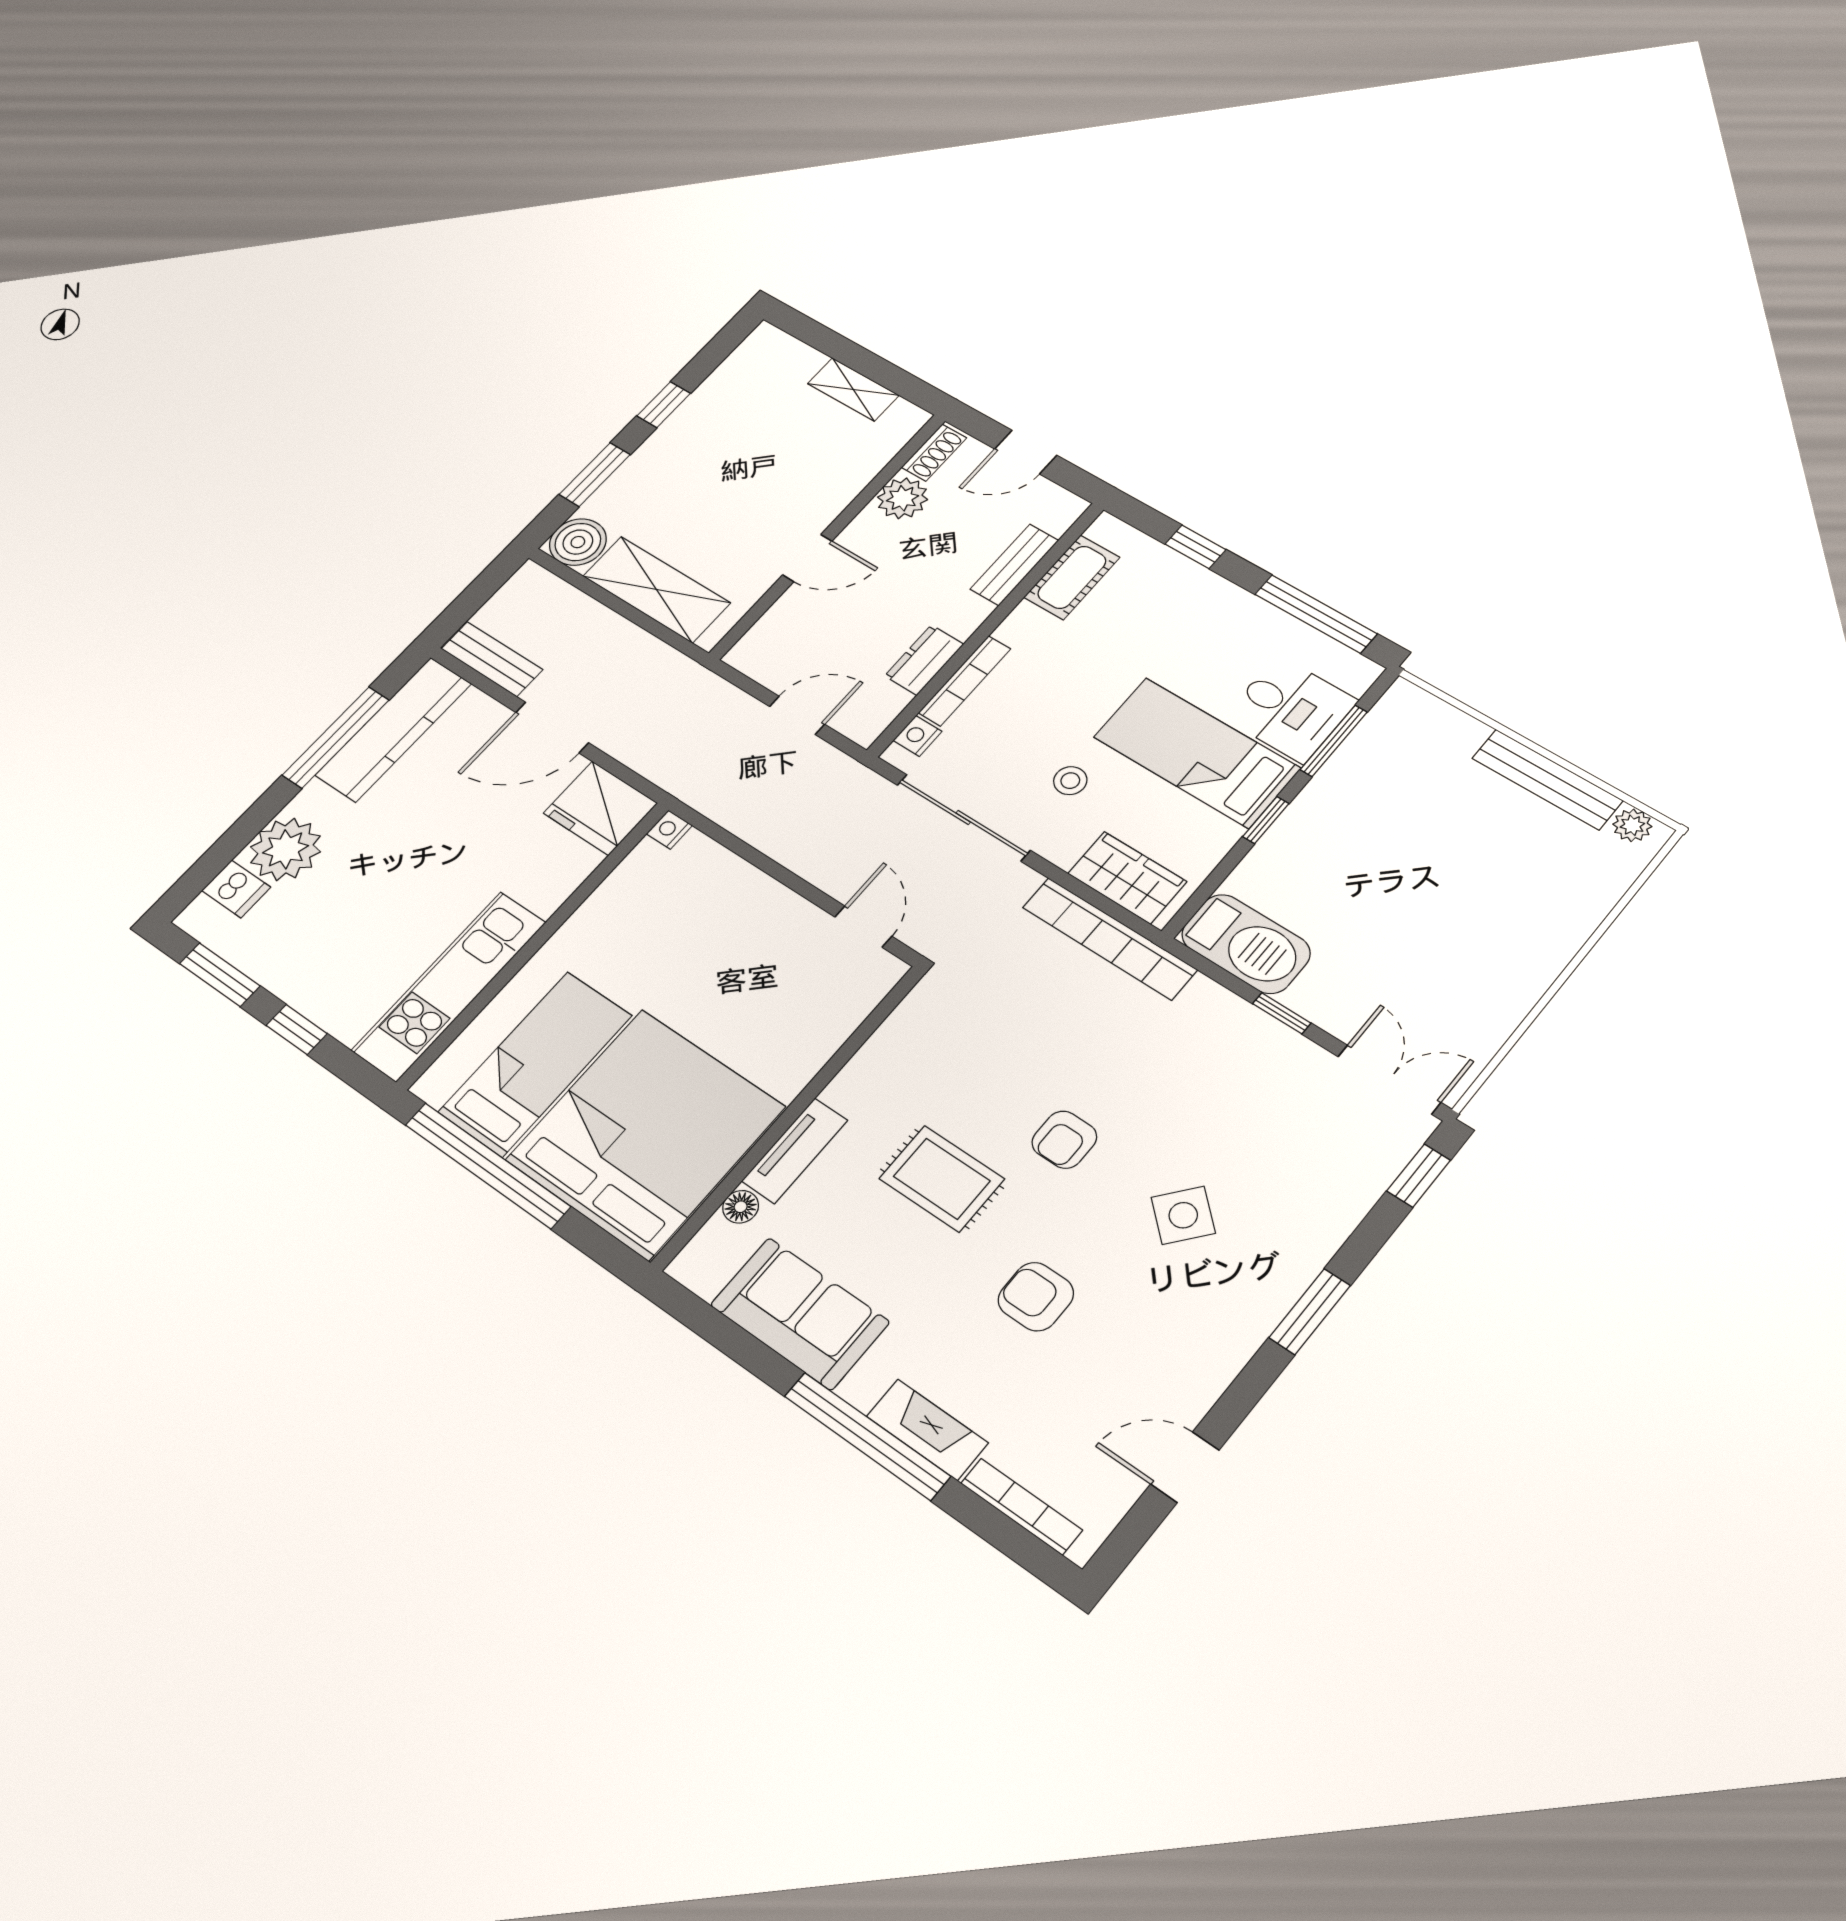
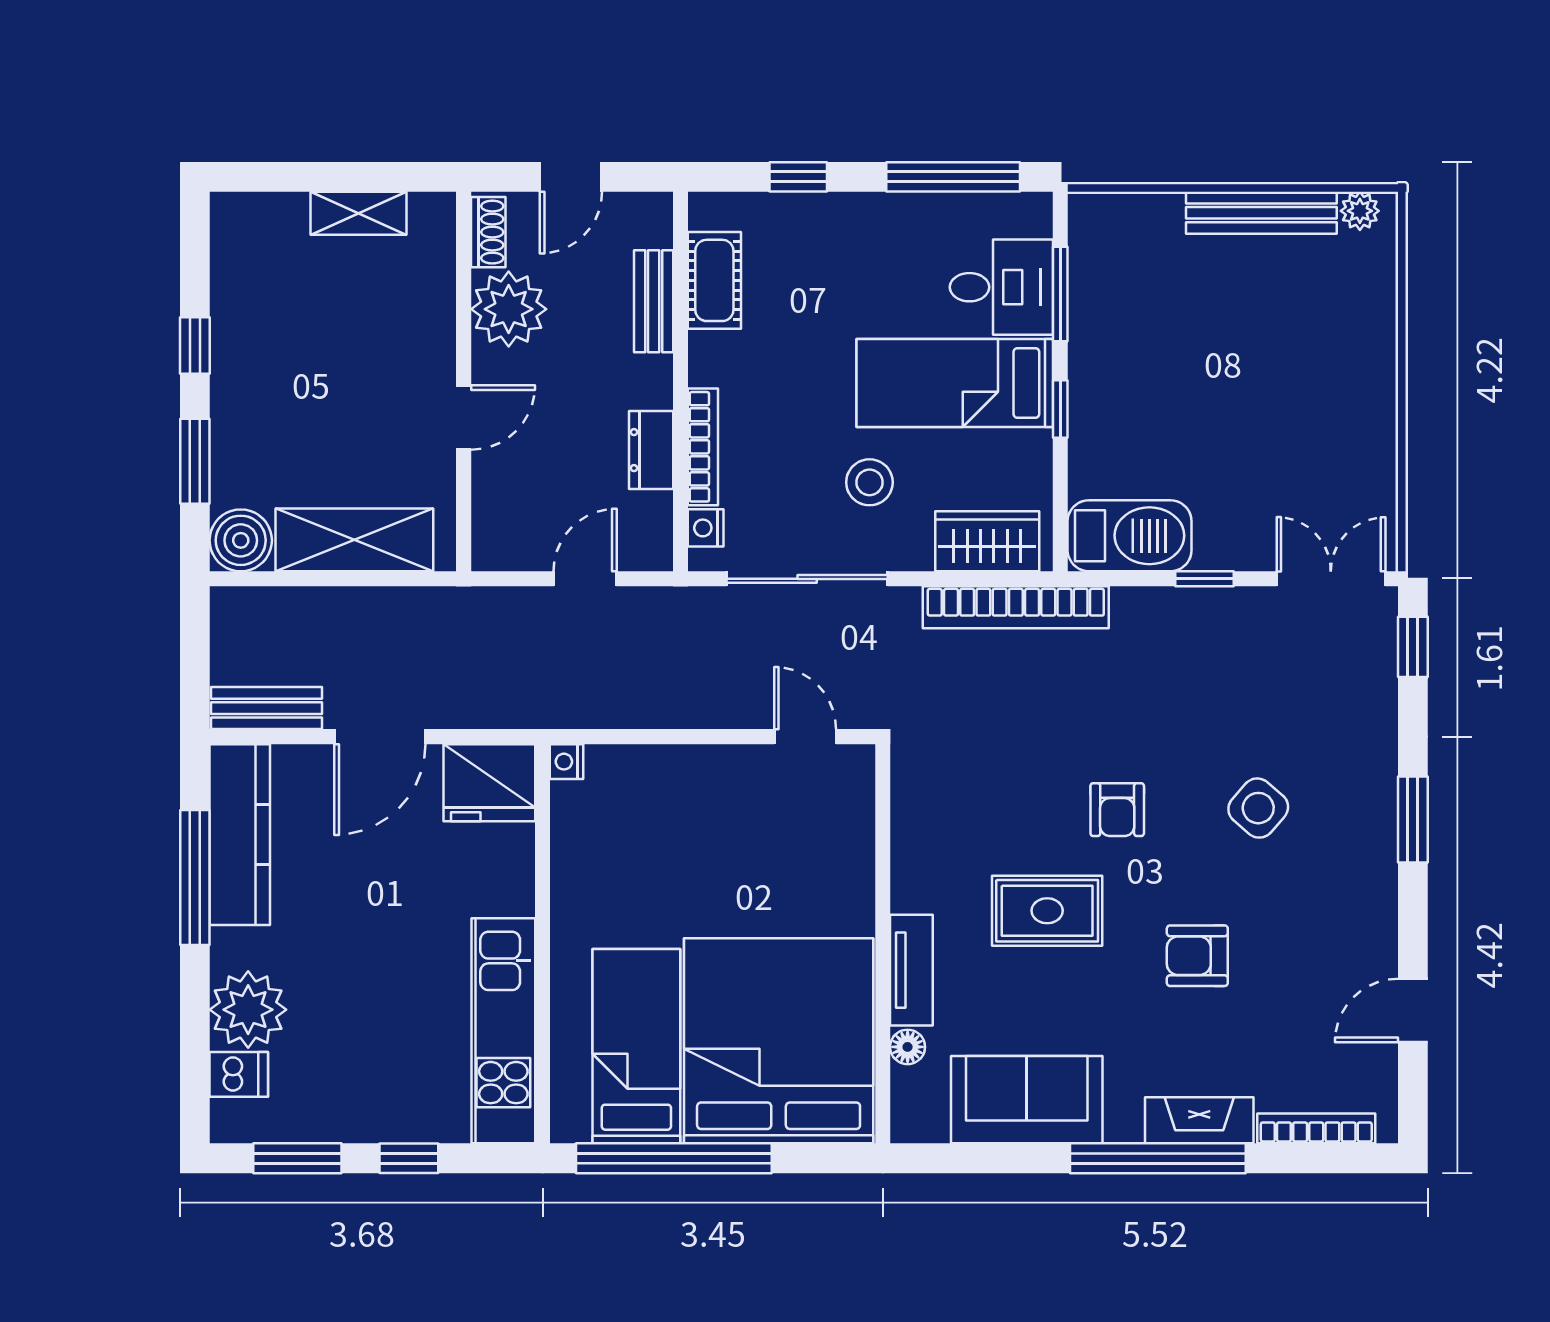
plant: (903, 498) -> (509, 309), width x1.36, depth x1.36
stool: (1070, 781) -> (869, 482), width x1.37, depth x1.37

